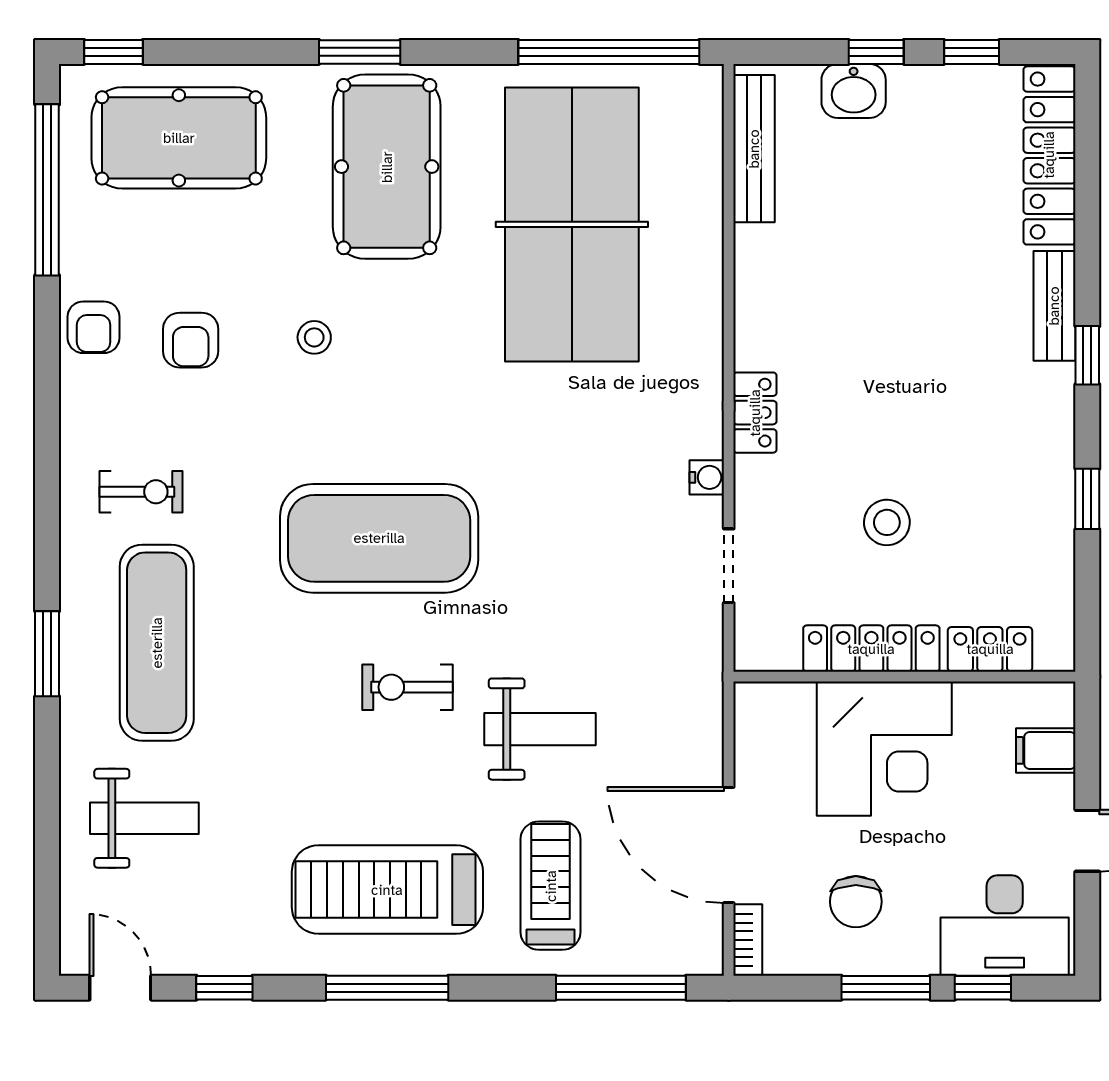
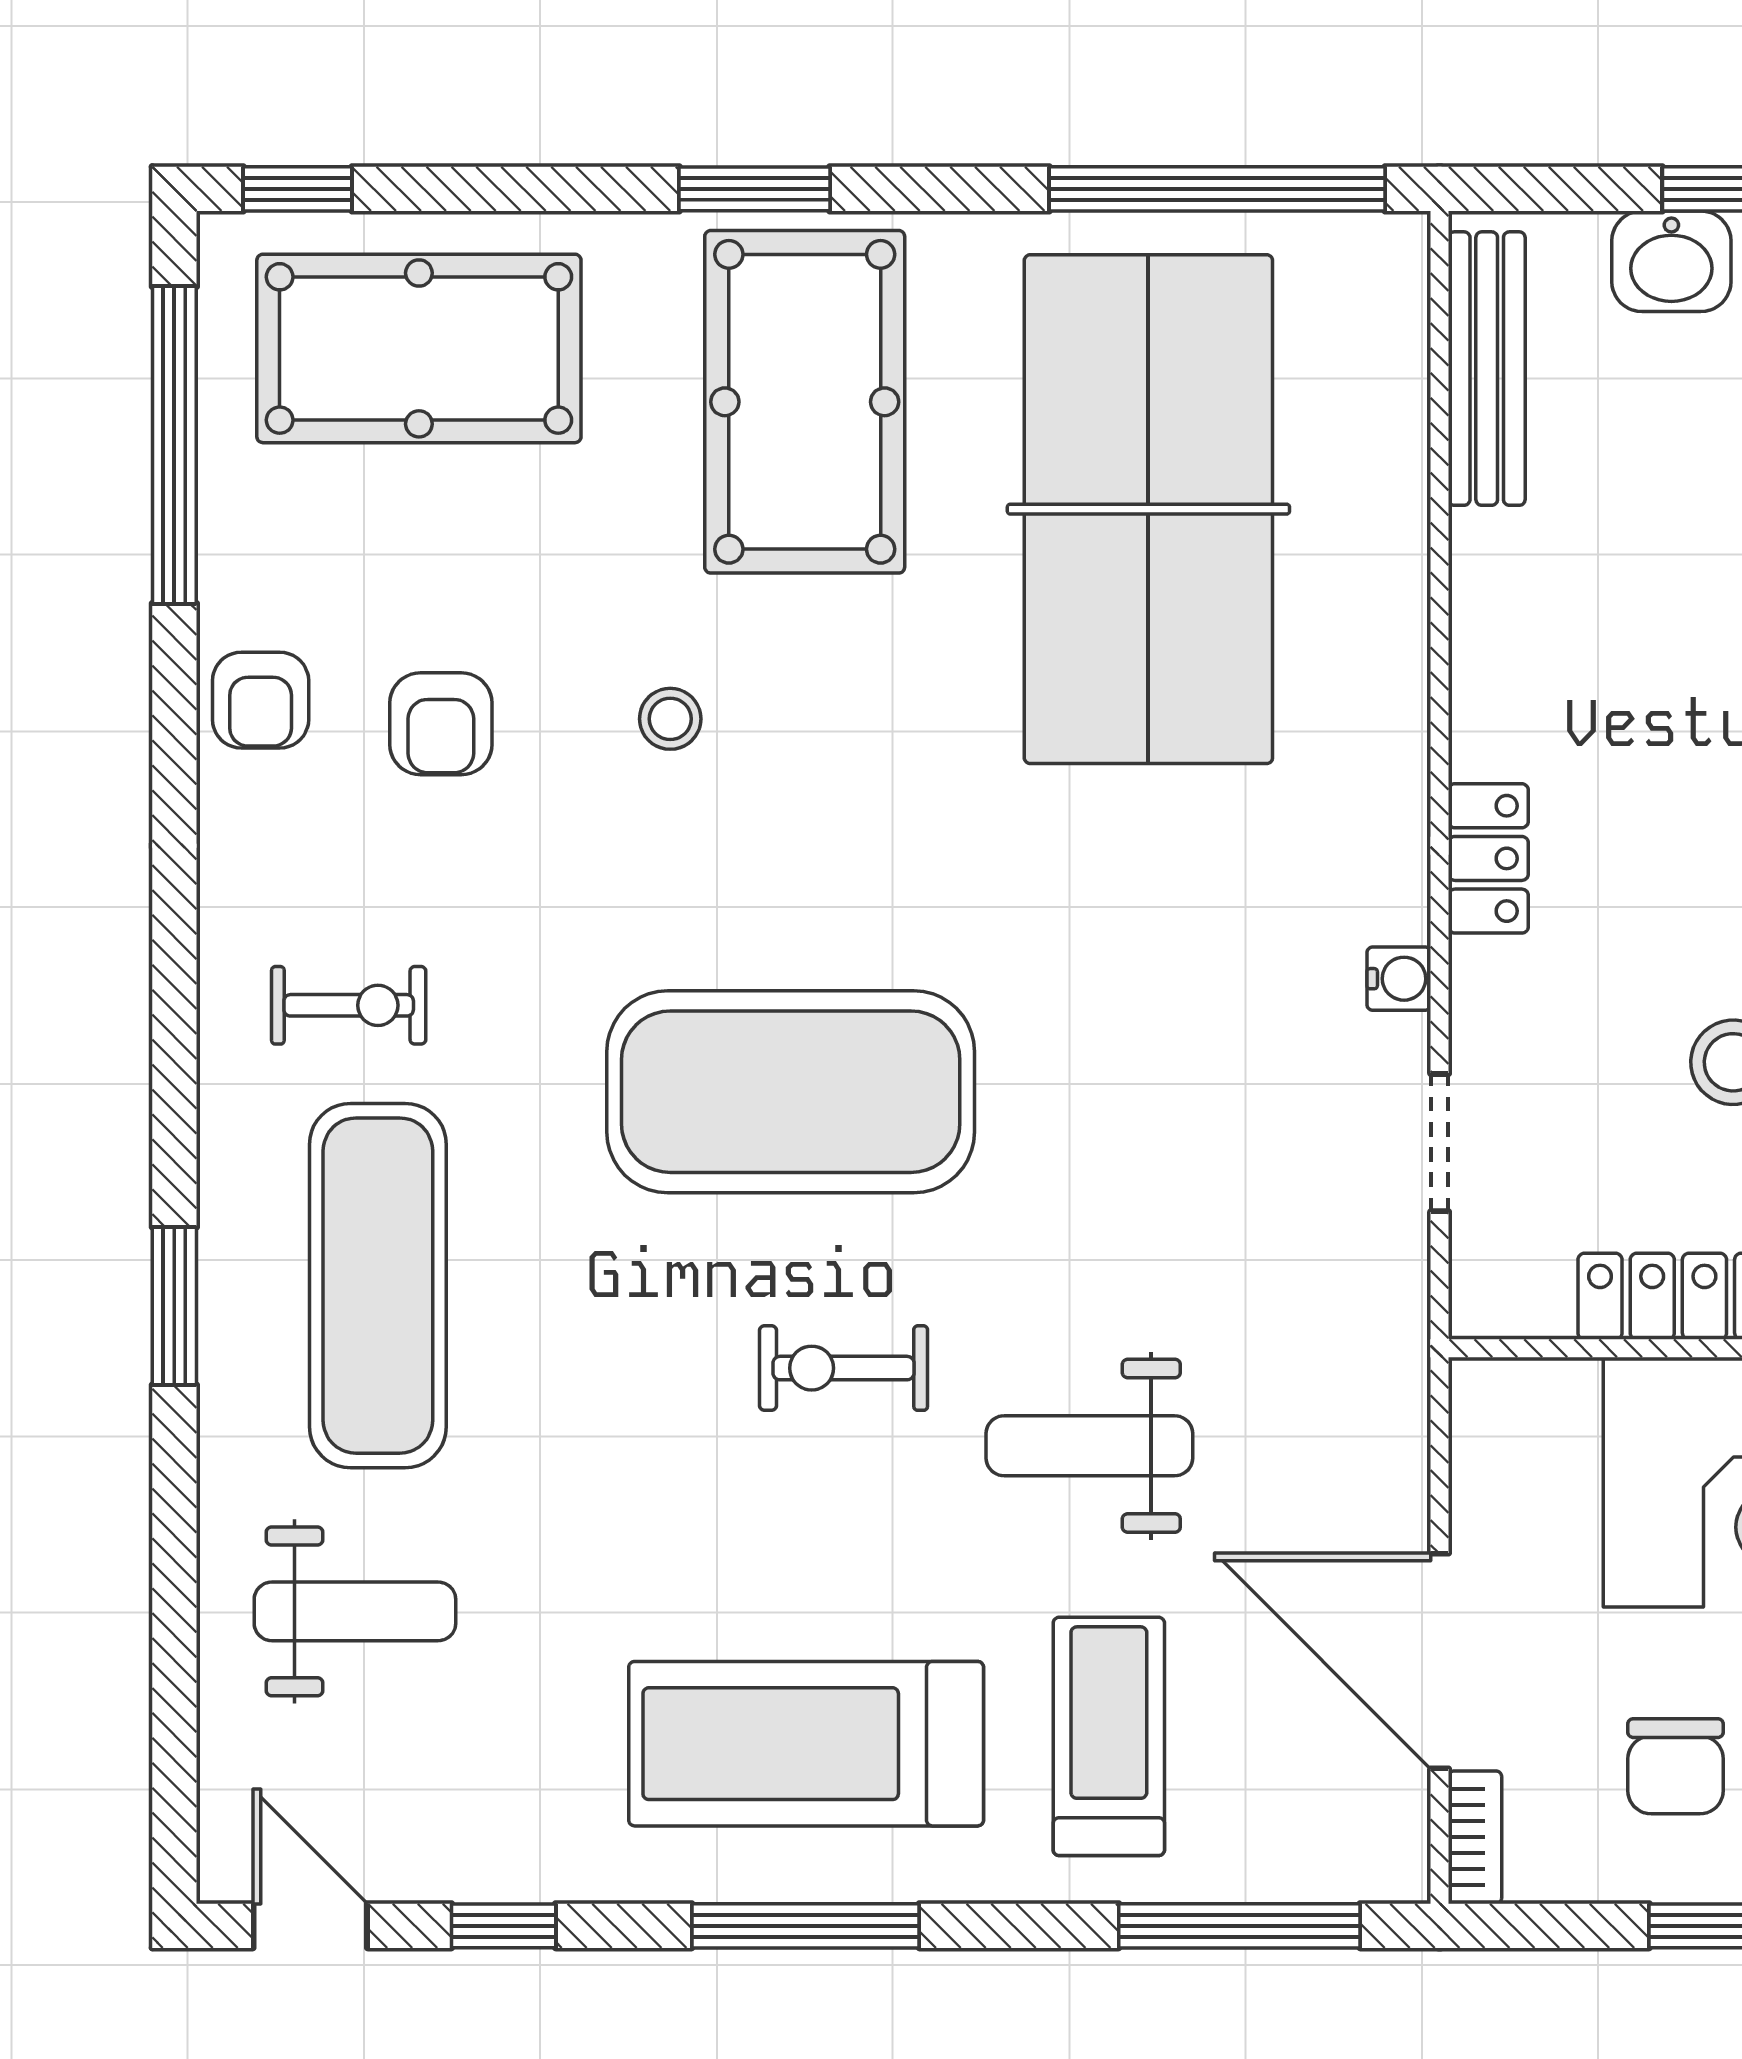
weight bench: (540, 729) -> (1089, 1446), turned 180

